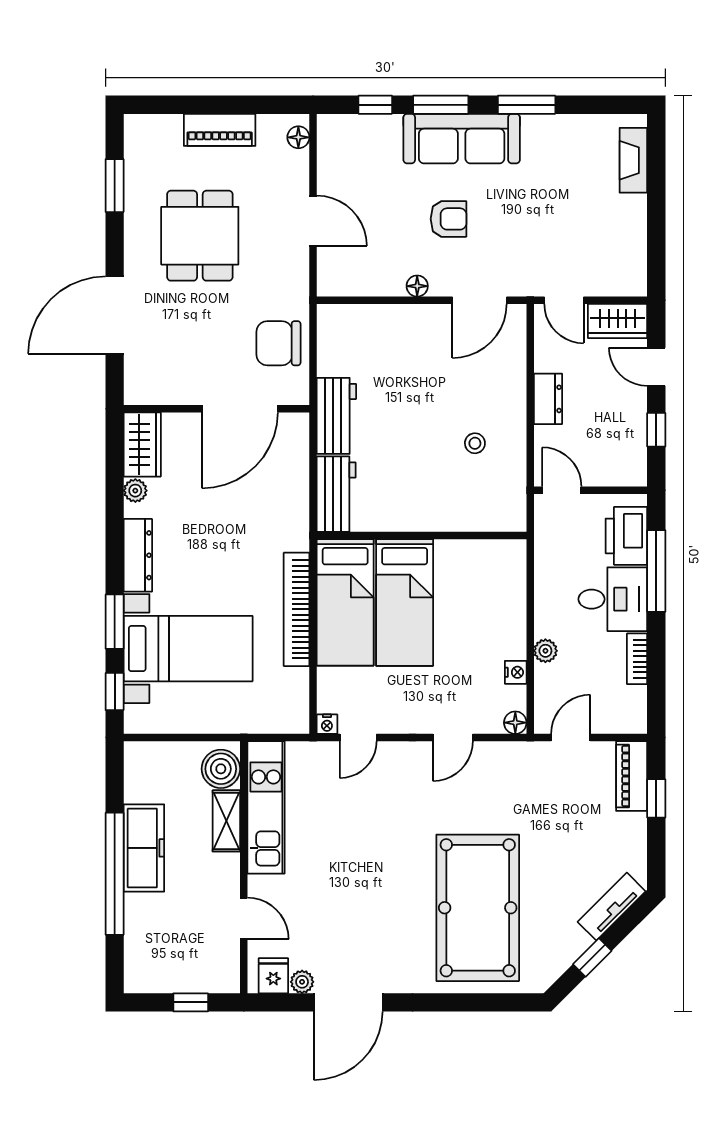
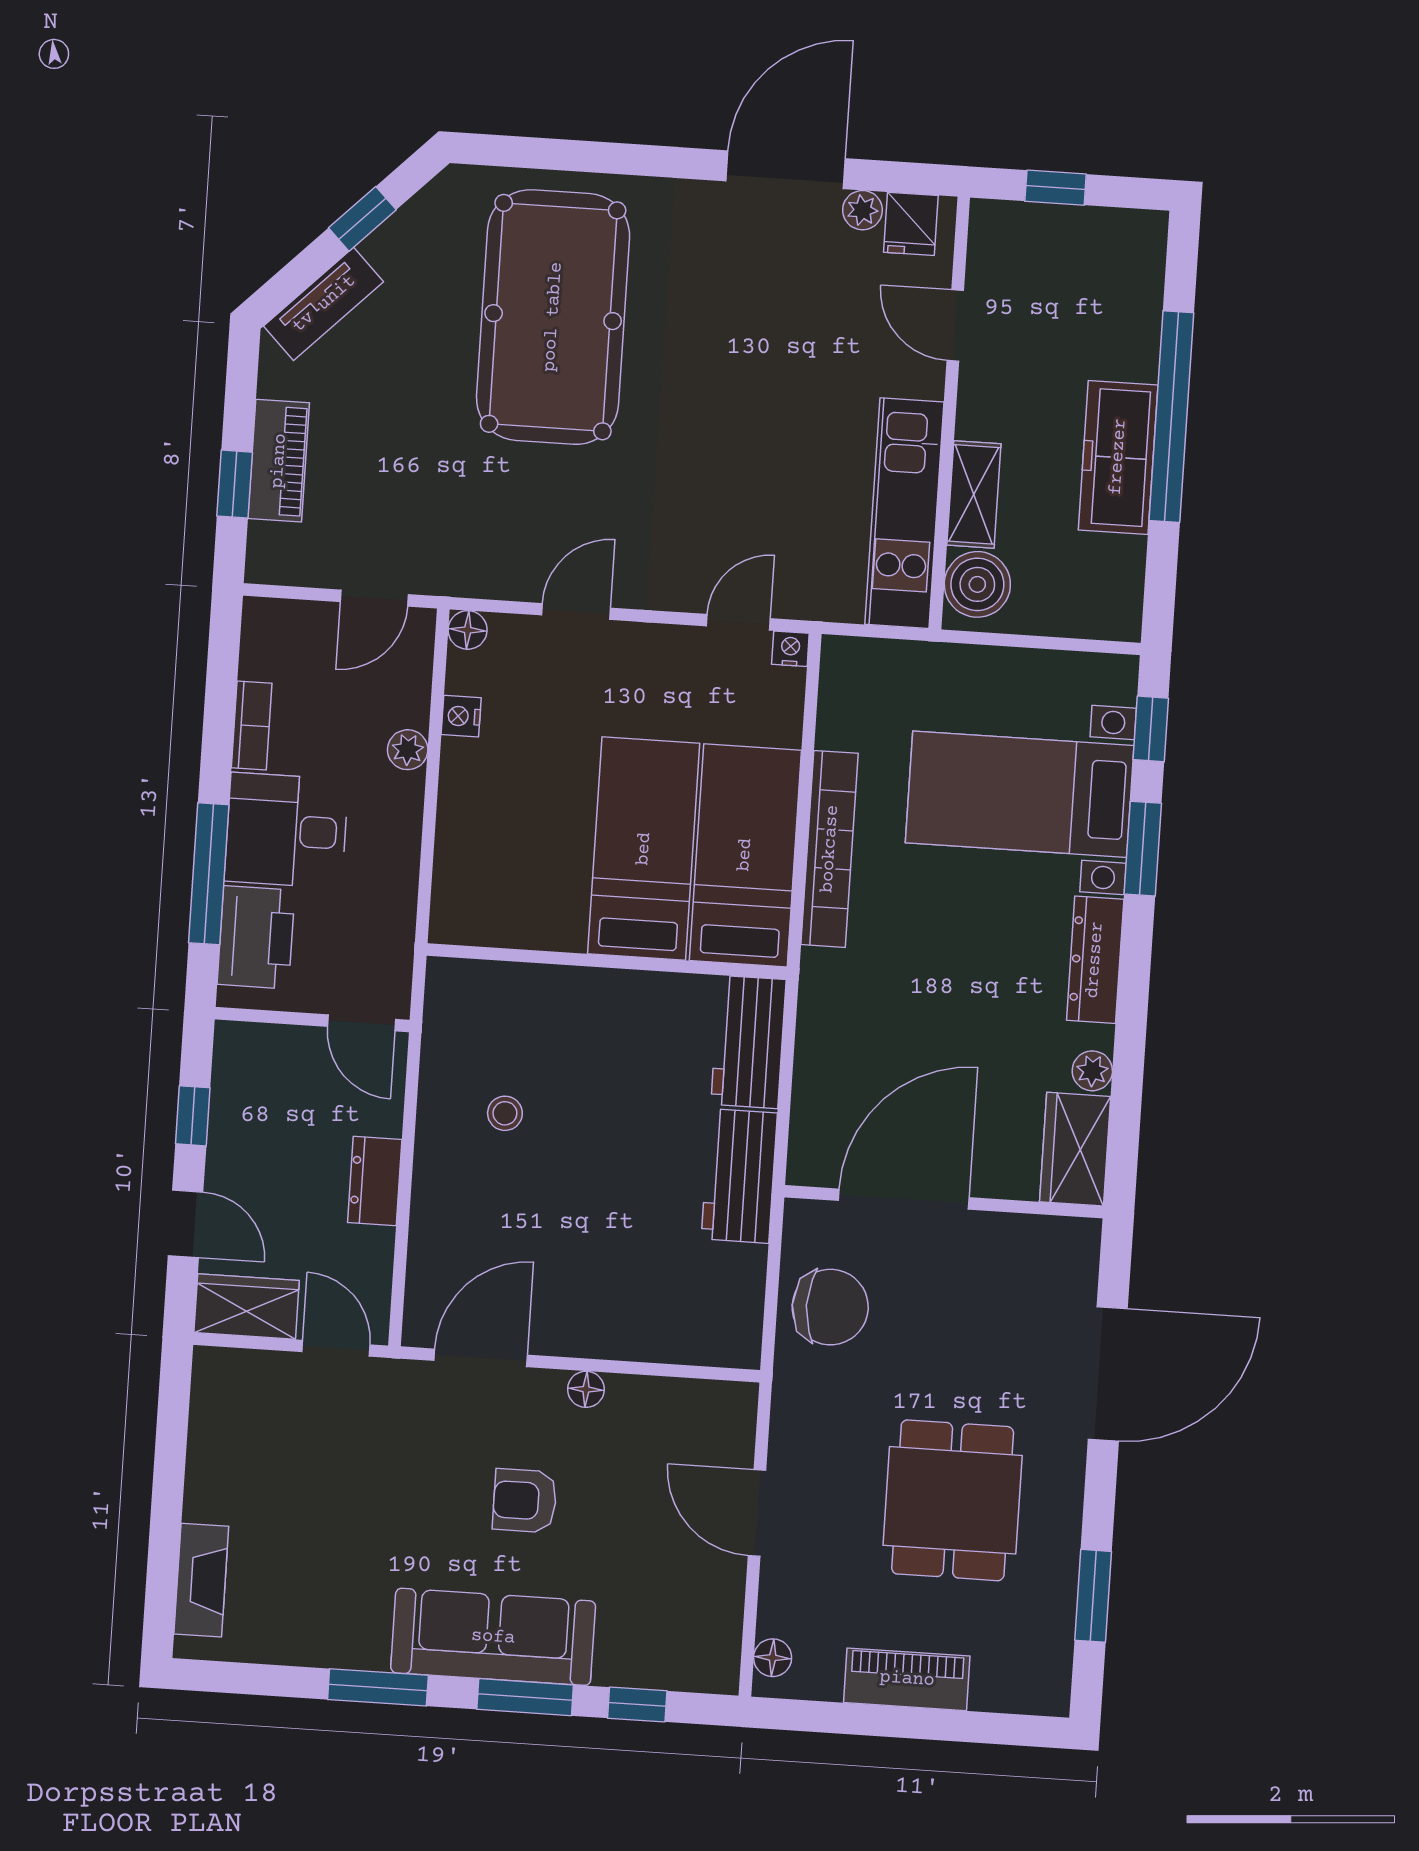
piano: (632, 776) -> (279, 461), moved

